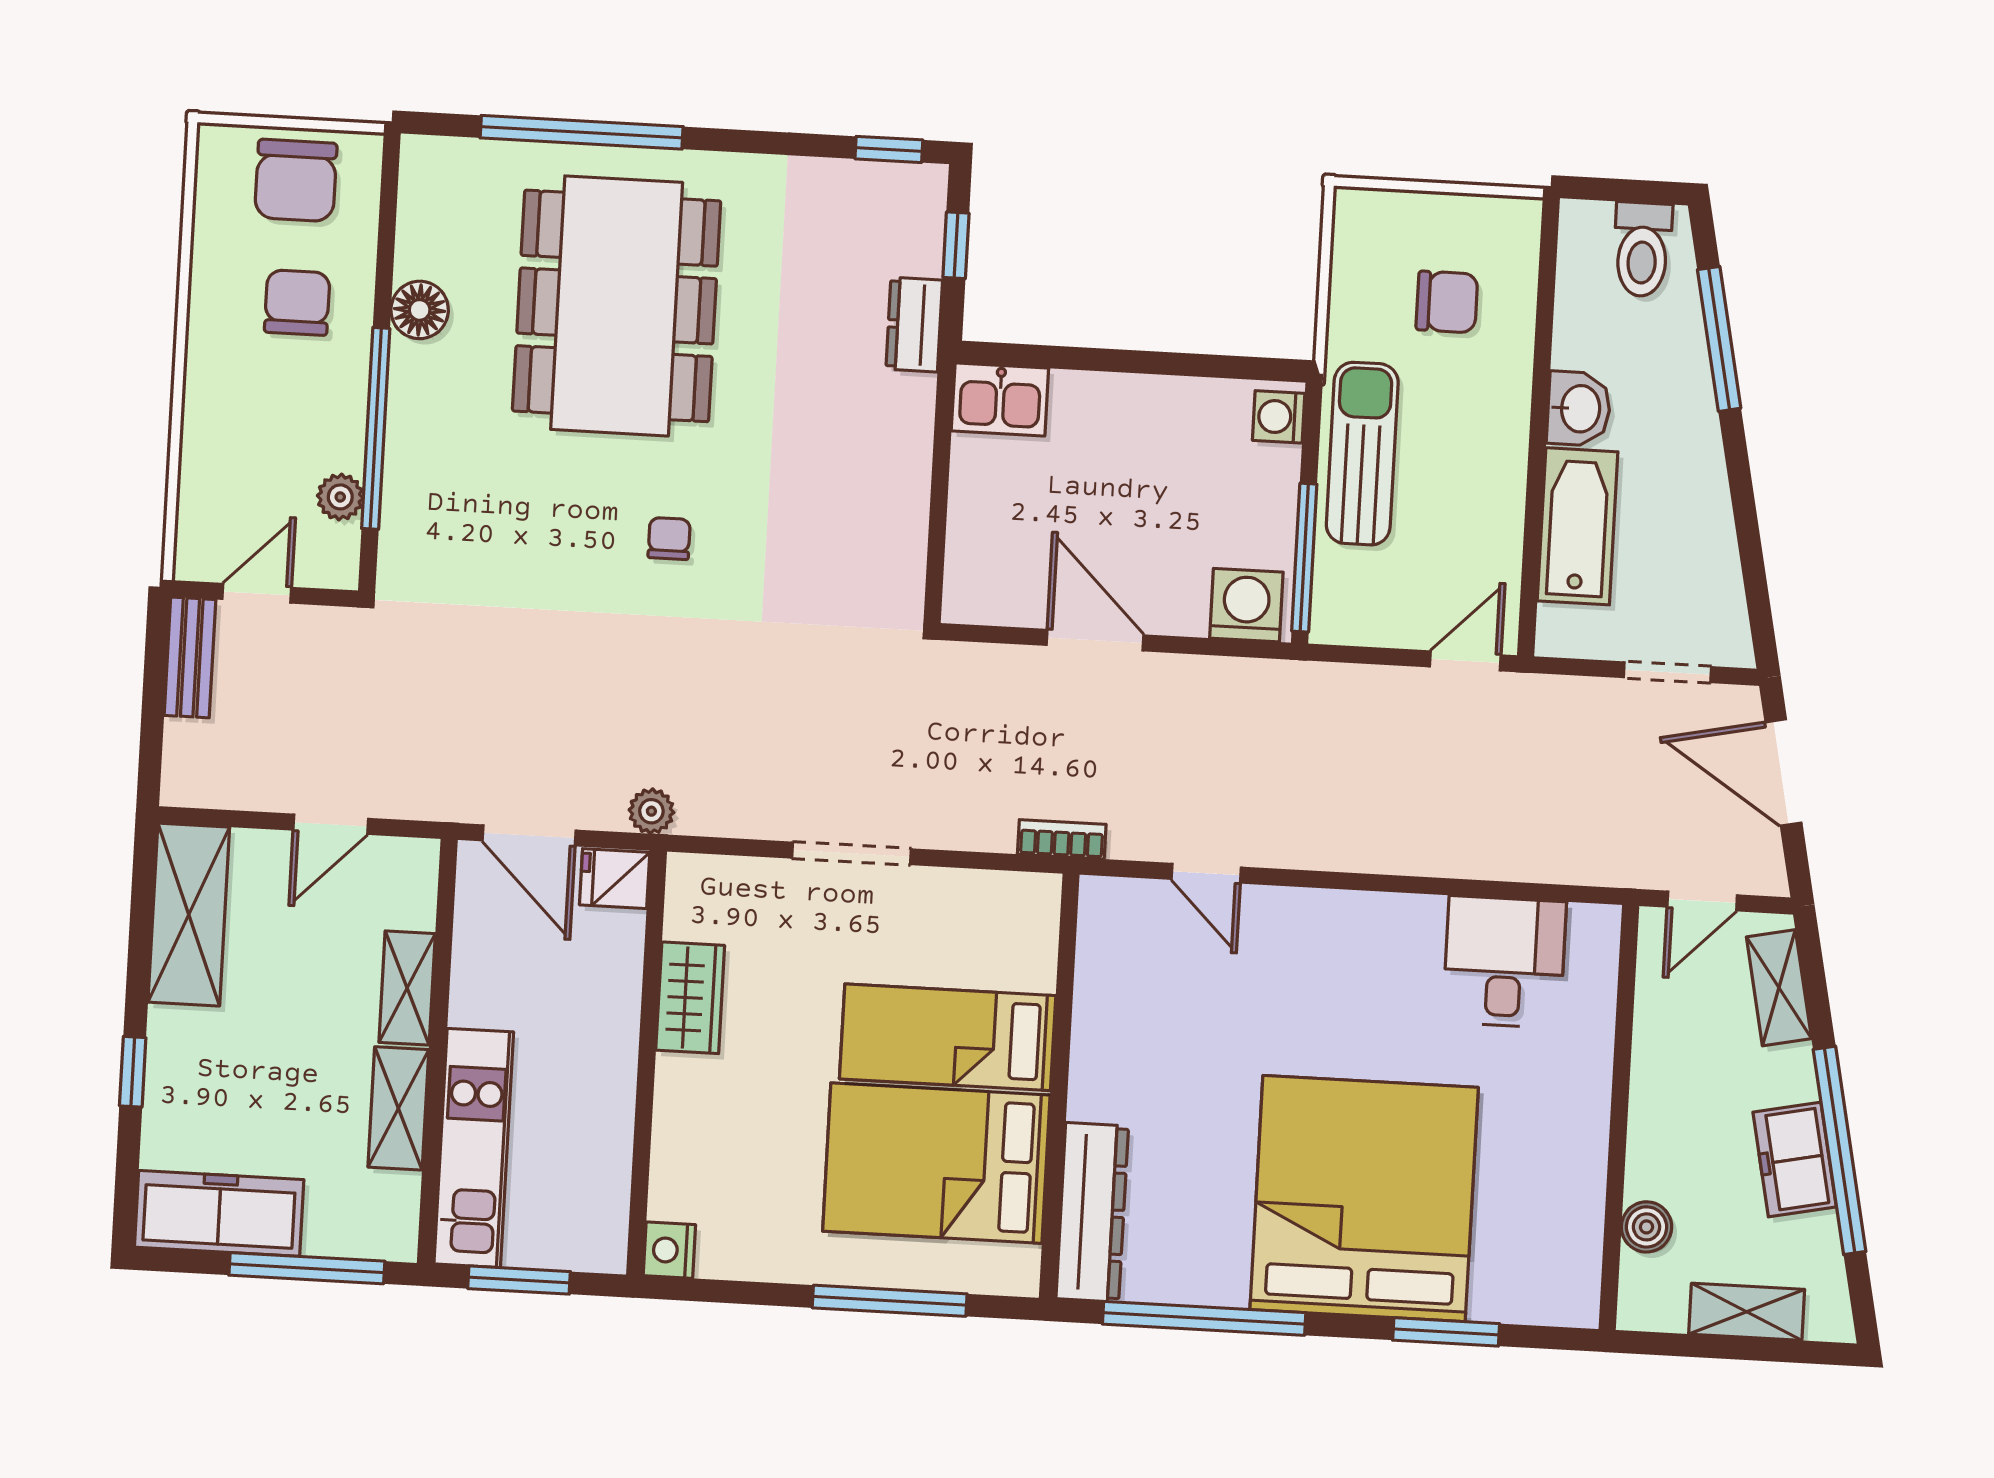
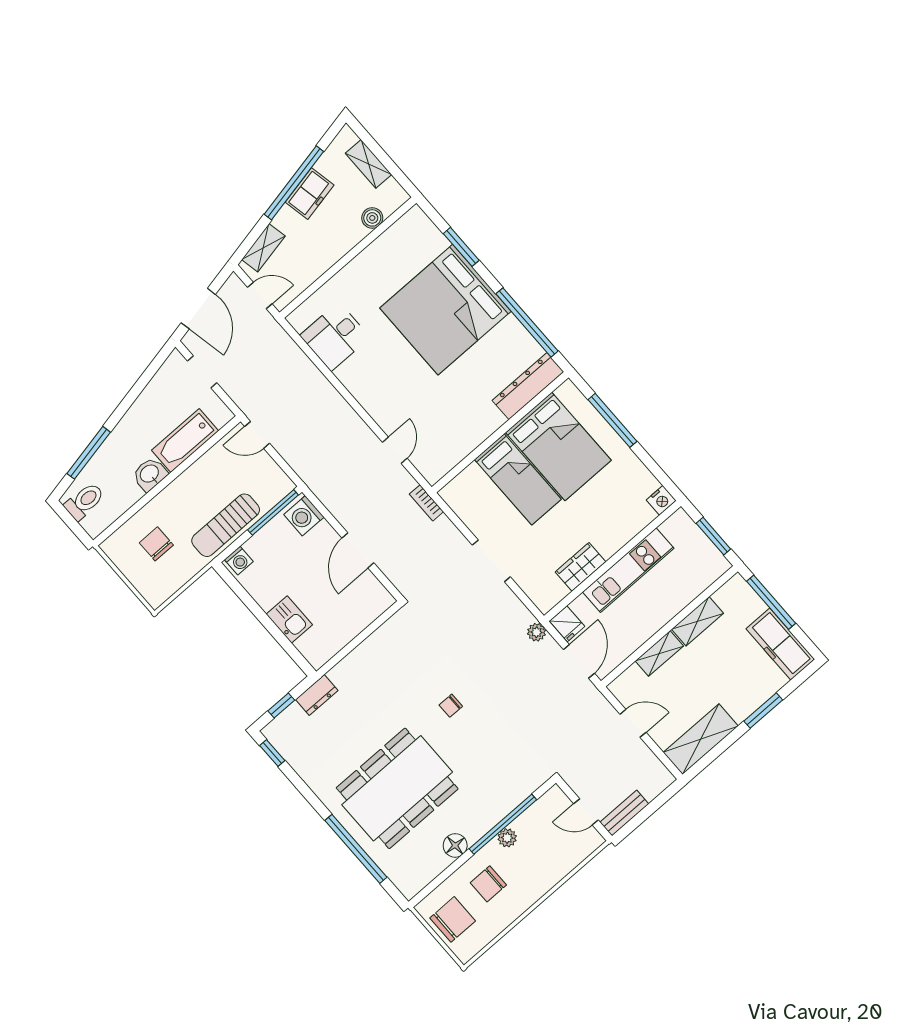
kitchen sink: (1000, 400) -> (289, 619), moved
plant: (340, 497) -> (507, 838), moved
window: (133, 1072) -> (763, 710), width x1.50
kitchen unit: (474, 1148) -> (628, 570), moved, turned 180

